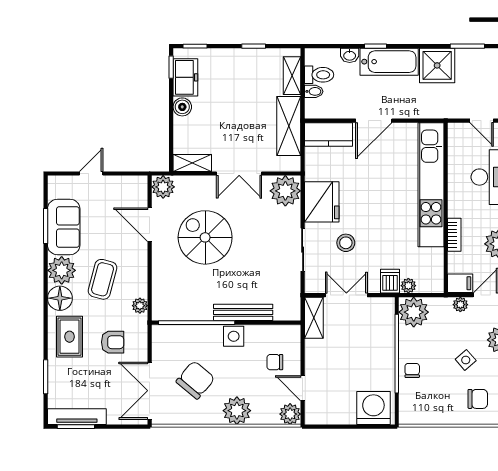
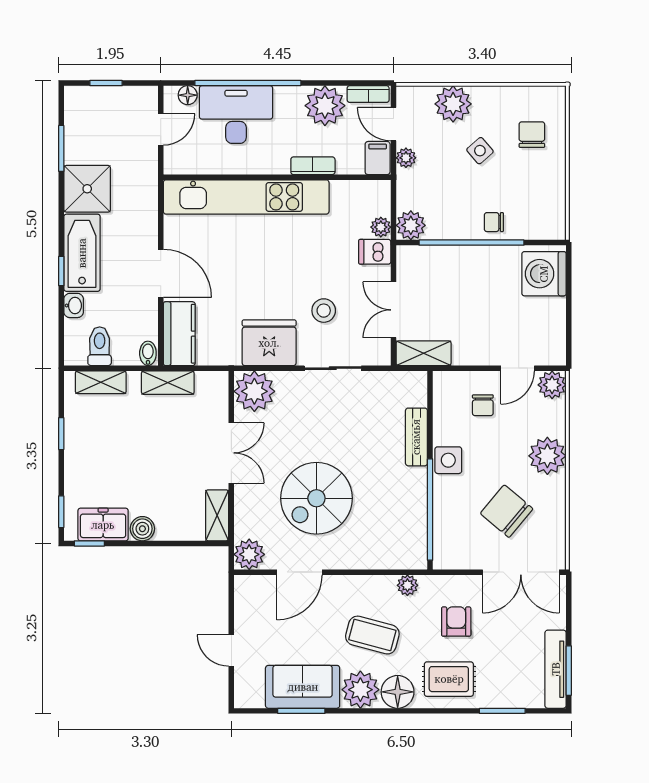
bidet: (314, 91) -> (148, 353), moved
shelving: (289, 126) -> (168, 383), width x0.67, depth x0.75
bench: (243, 312) -> (416, 437), width x0.73
plant: (414, 312) -> (411, 225), width x0.73, depth x0.73

